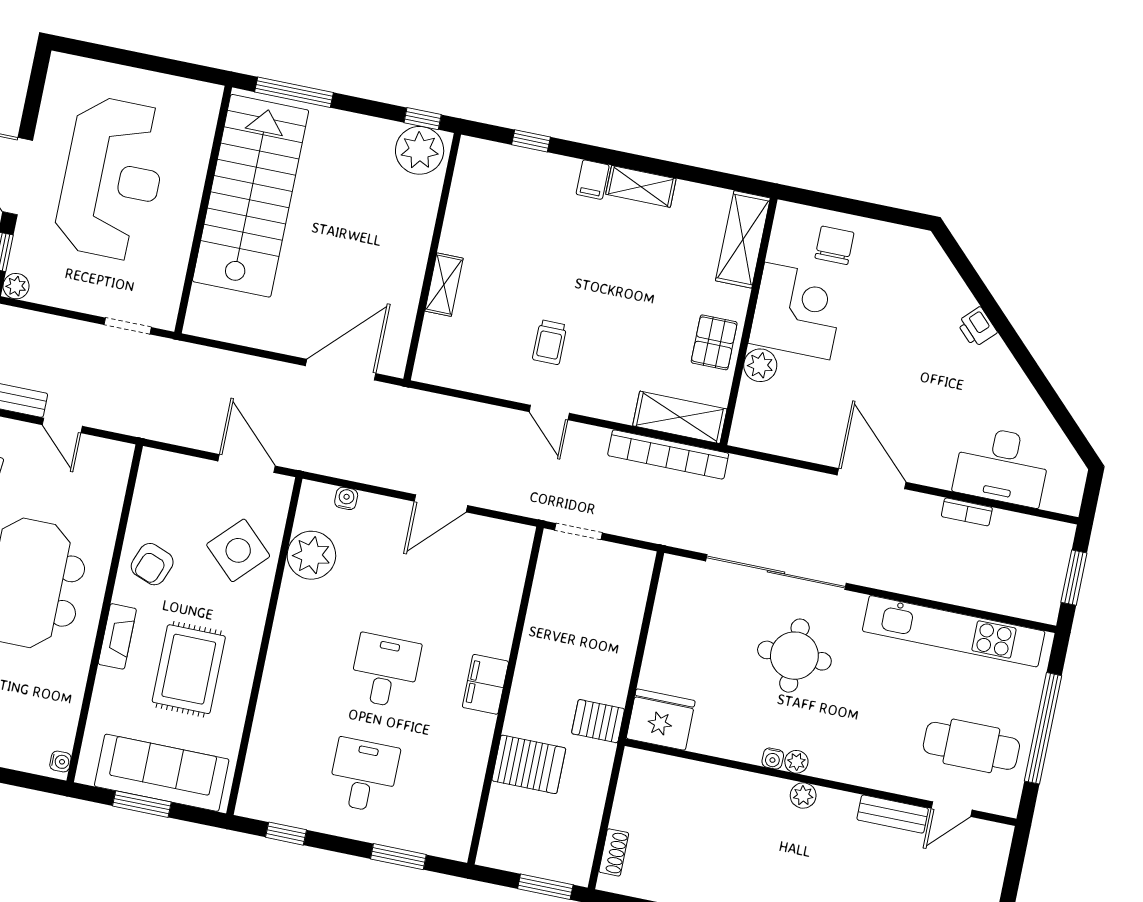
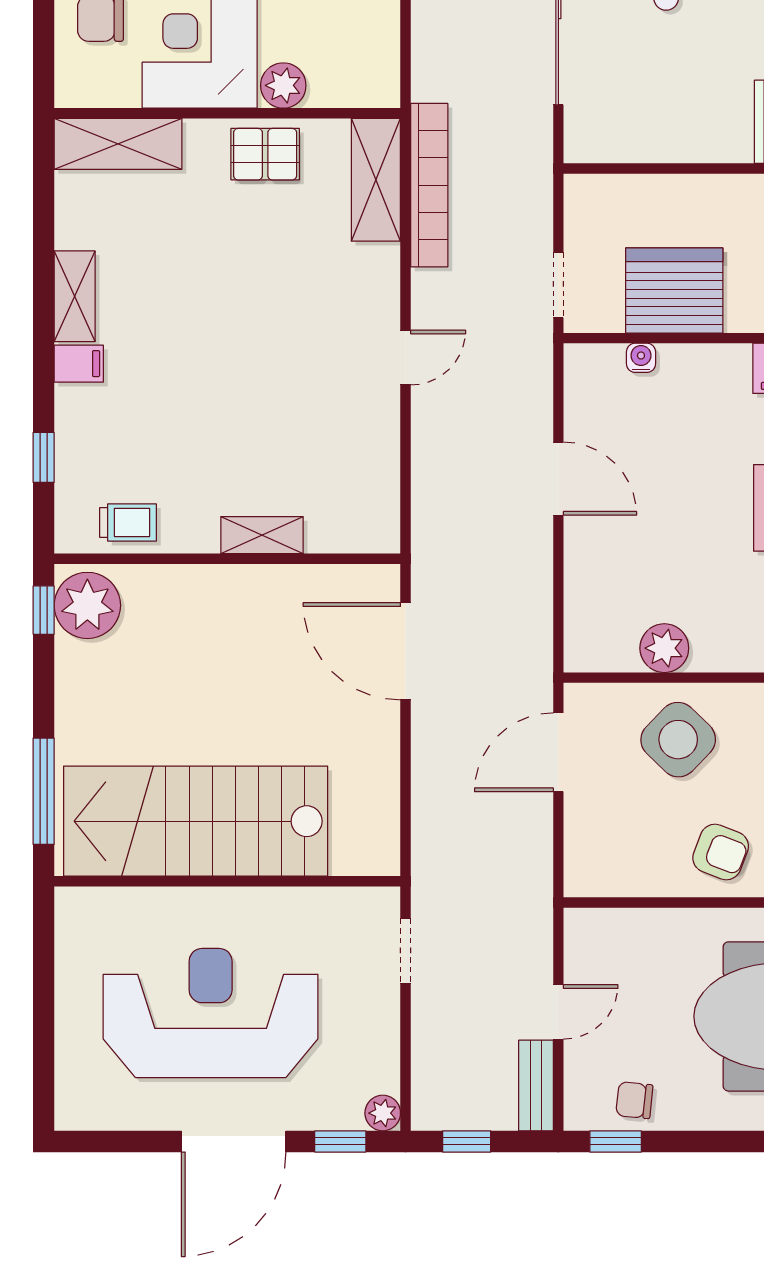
trolley: (550, 342) -> (128, 522), moved
water cooler: (346, 498) -> (641, 358), moved, turned 90
plant: (311, 555) -> (664, 648), width x0.73, depth x0.73
server rack: (558, 613) -> (674, 291), added

